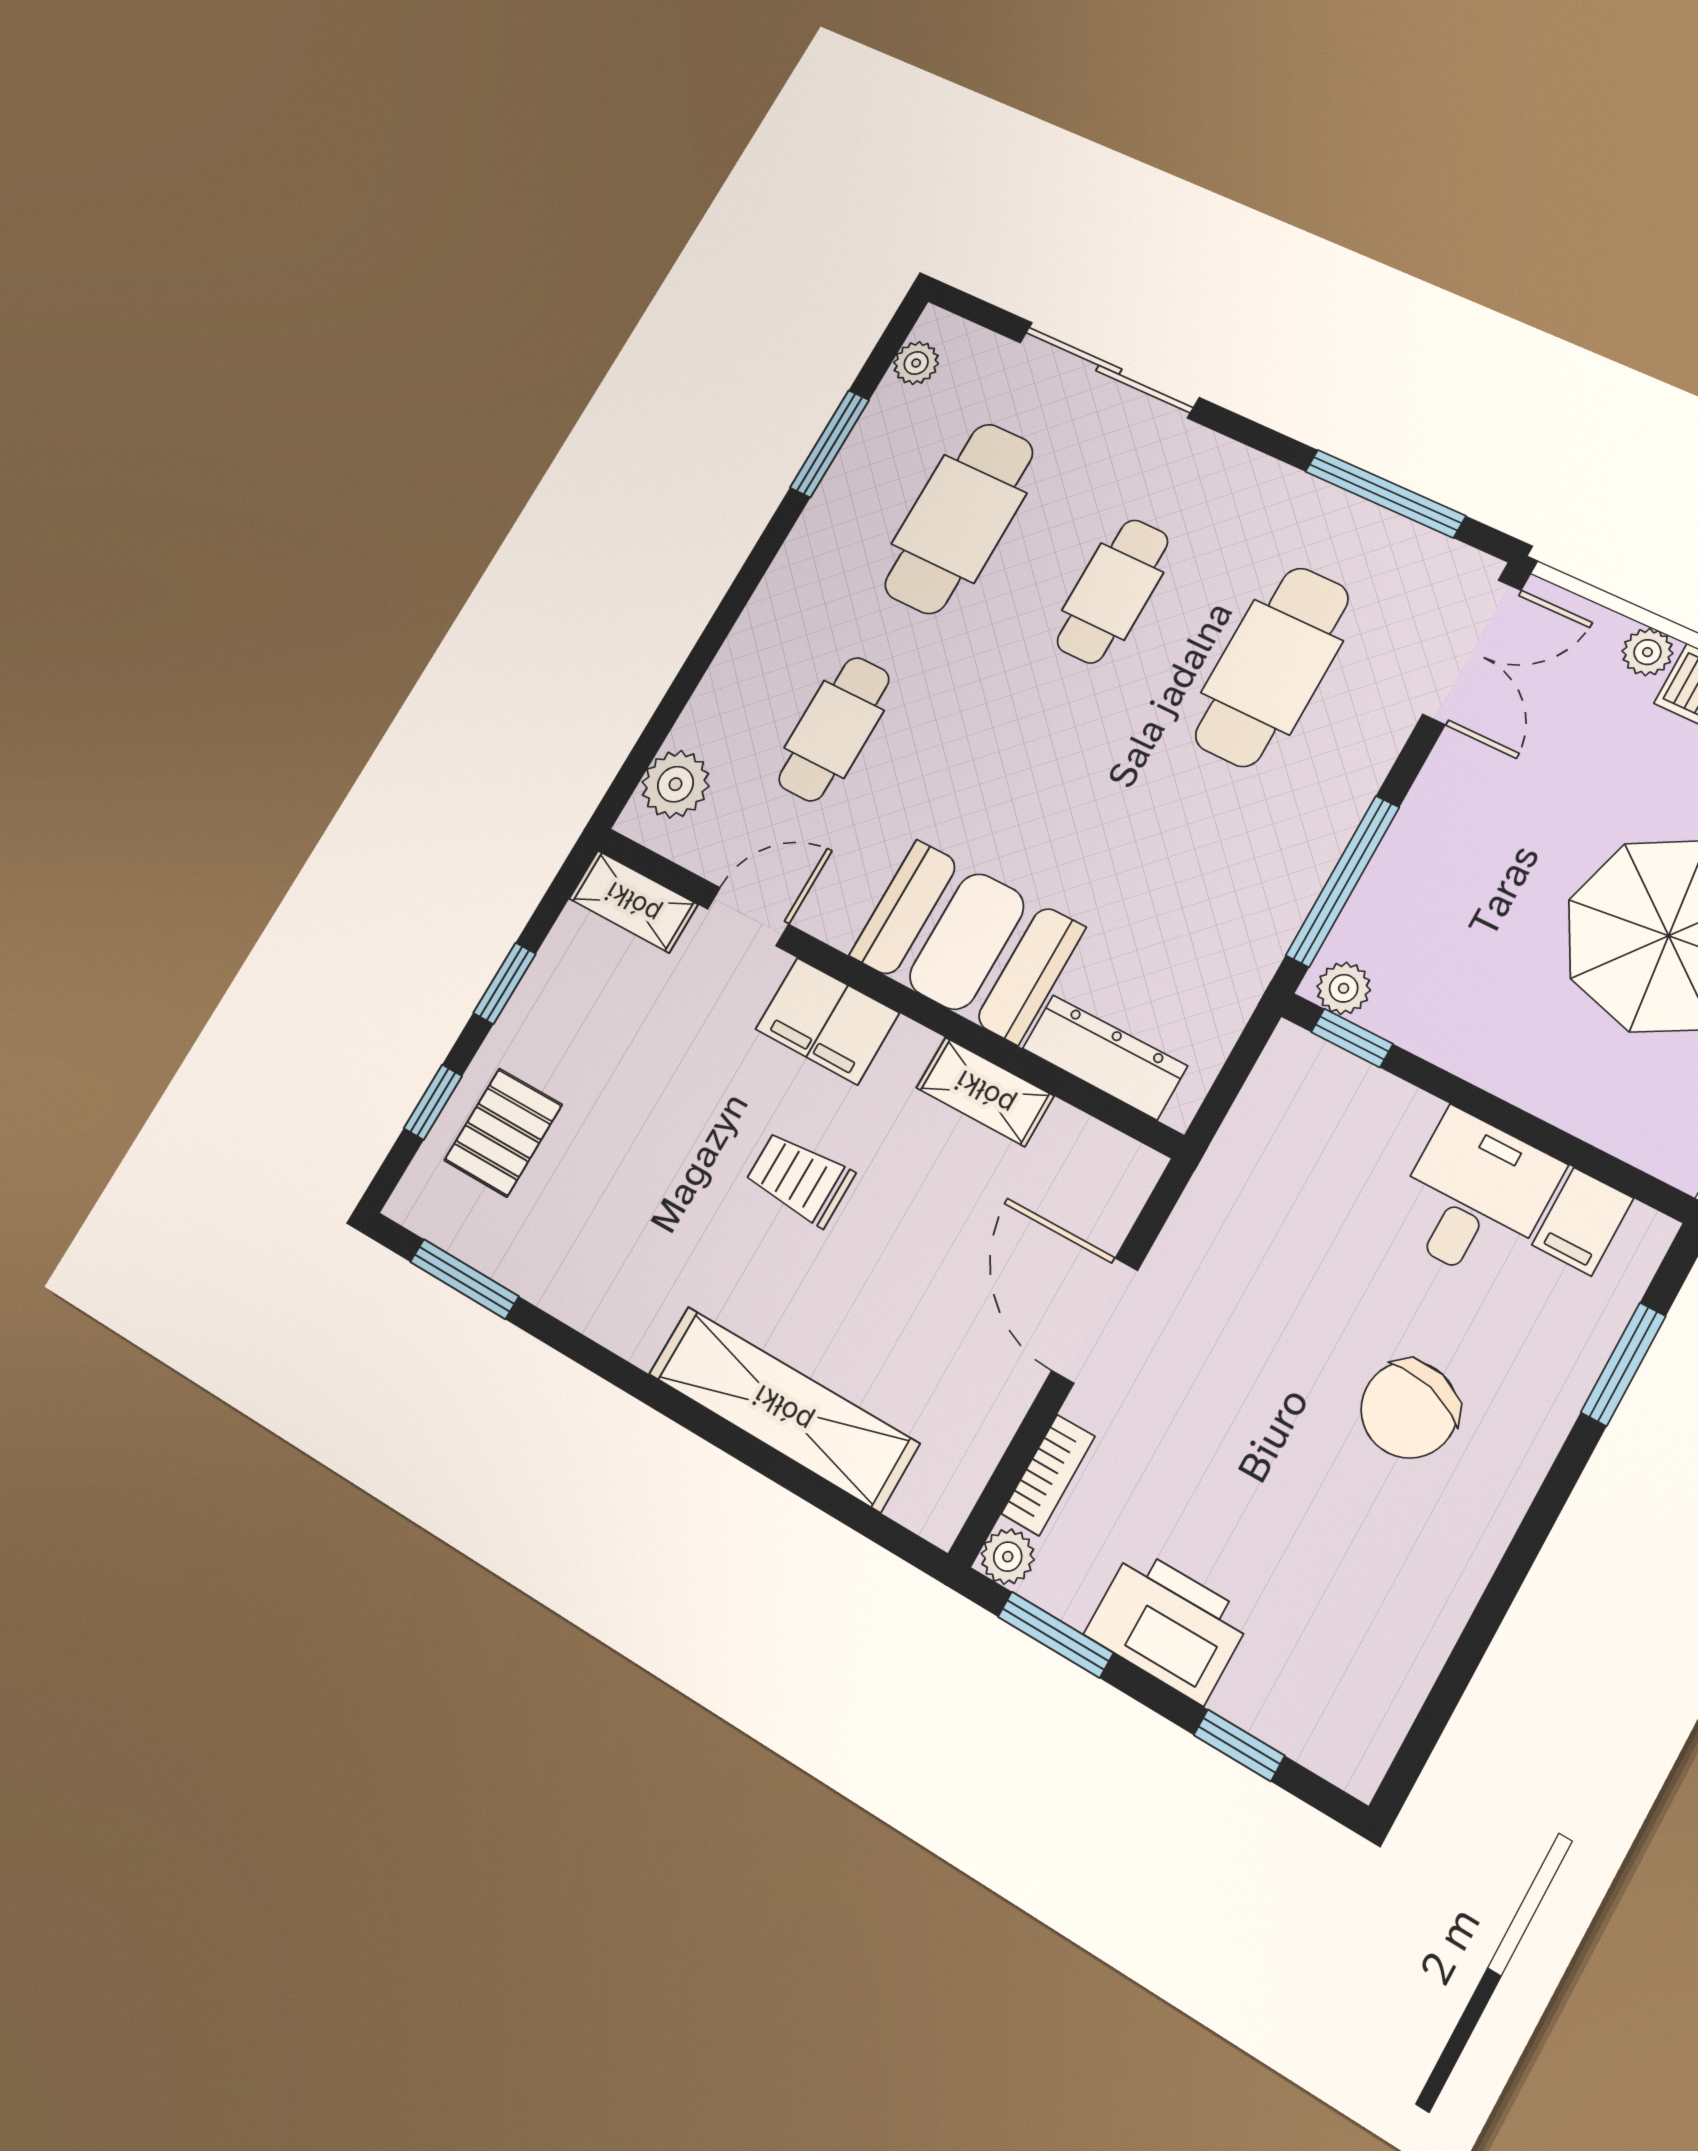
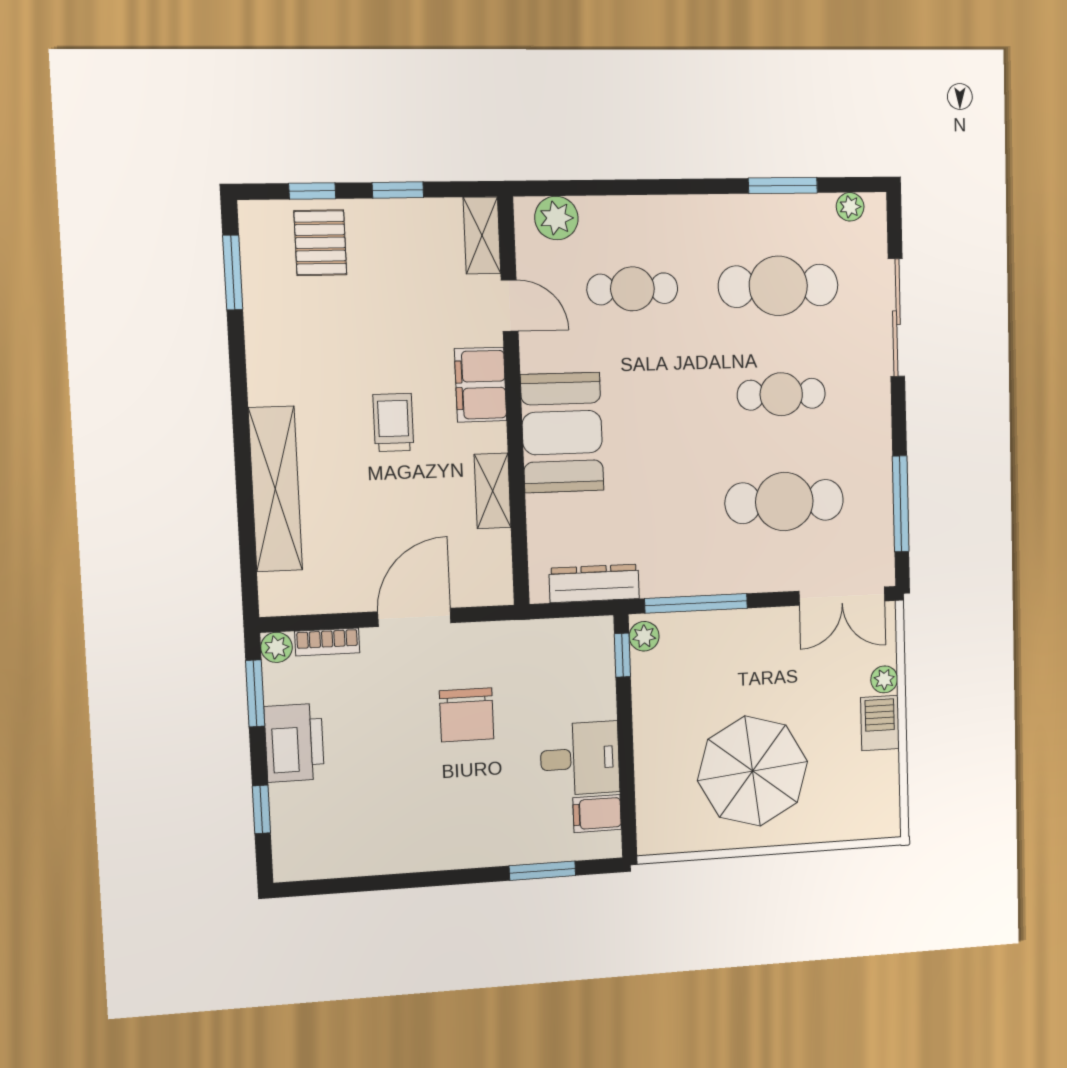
dresser: (1105, 1057) -> (594, 583), moved, turned -90
pallet: (503, 1133) -> (320, 243), turned 90
chair: (1409, 1409) -> (467, 715), moved, turned -105

